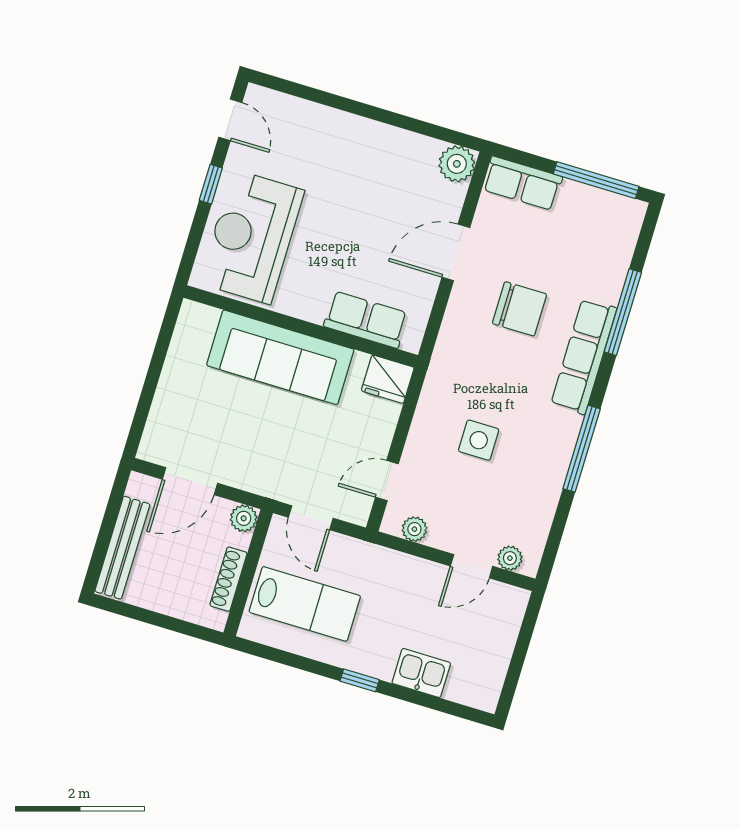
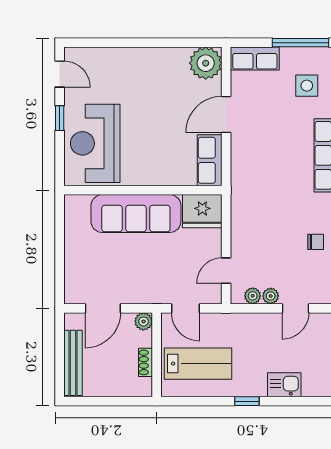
plant: (457, 164) -> (206, 63), width x1.36, depth x1.36
chair: (519, 309) -> (316, 242), moved, width x0.54, depth x0.54
row of seats: (366, 320) -> (210, 160), moved, turned -90
fridge: (388, 379) -> (202, 211), width x1.36, depth x1.34
side table: (479, 440) -> (307, 86), moved
plant: (510, 558) -> (271, 296), moved
shoe rack: (229, 579) -> (146, 362), width x0.70

